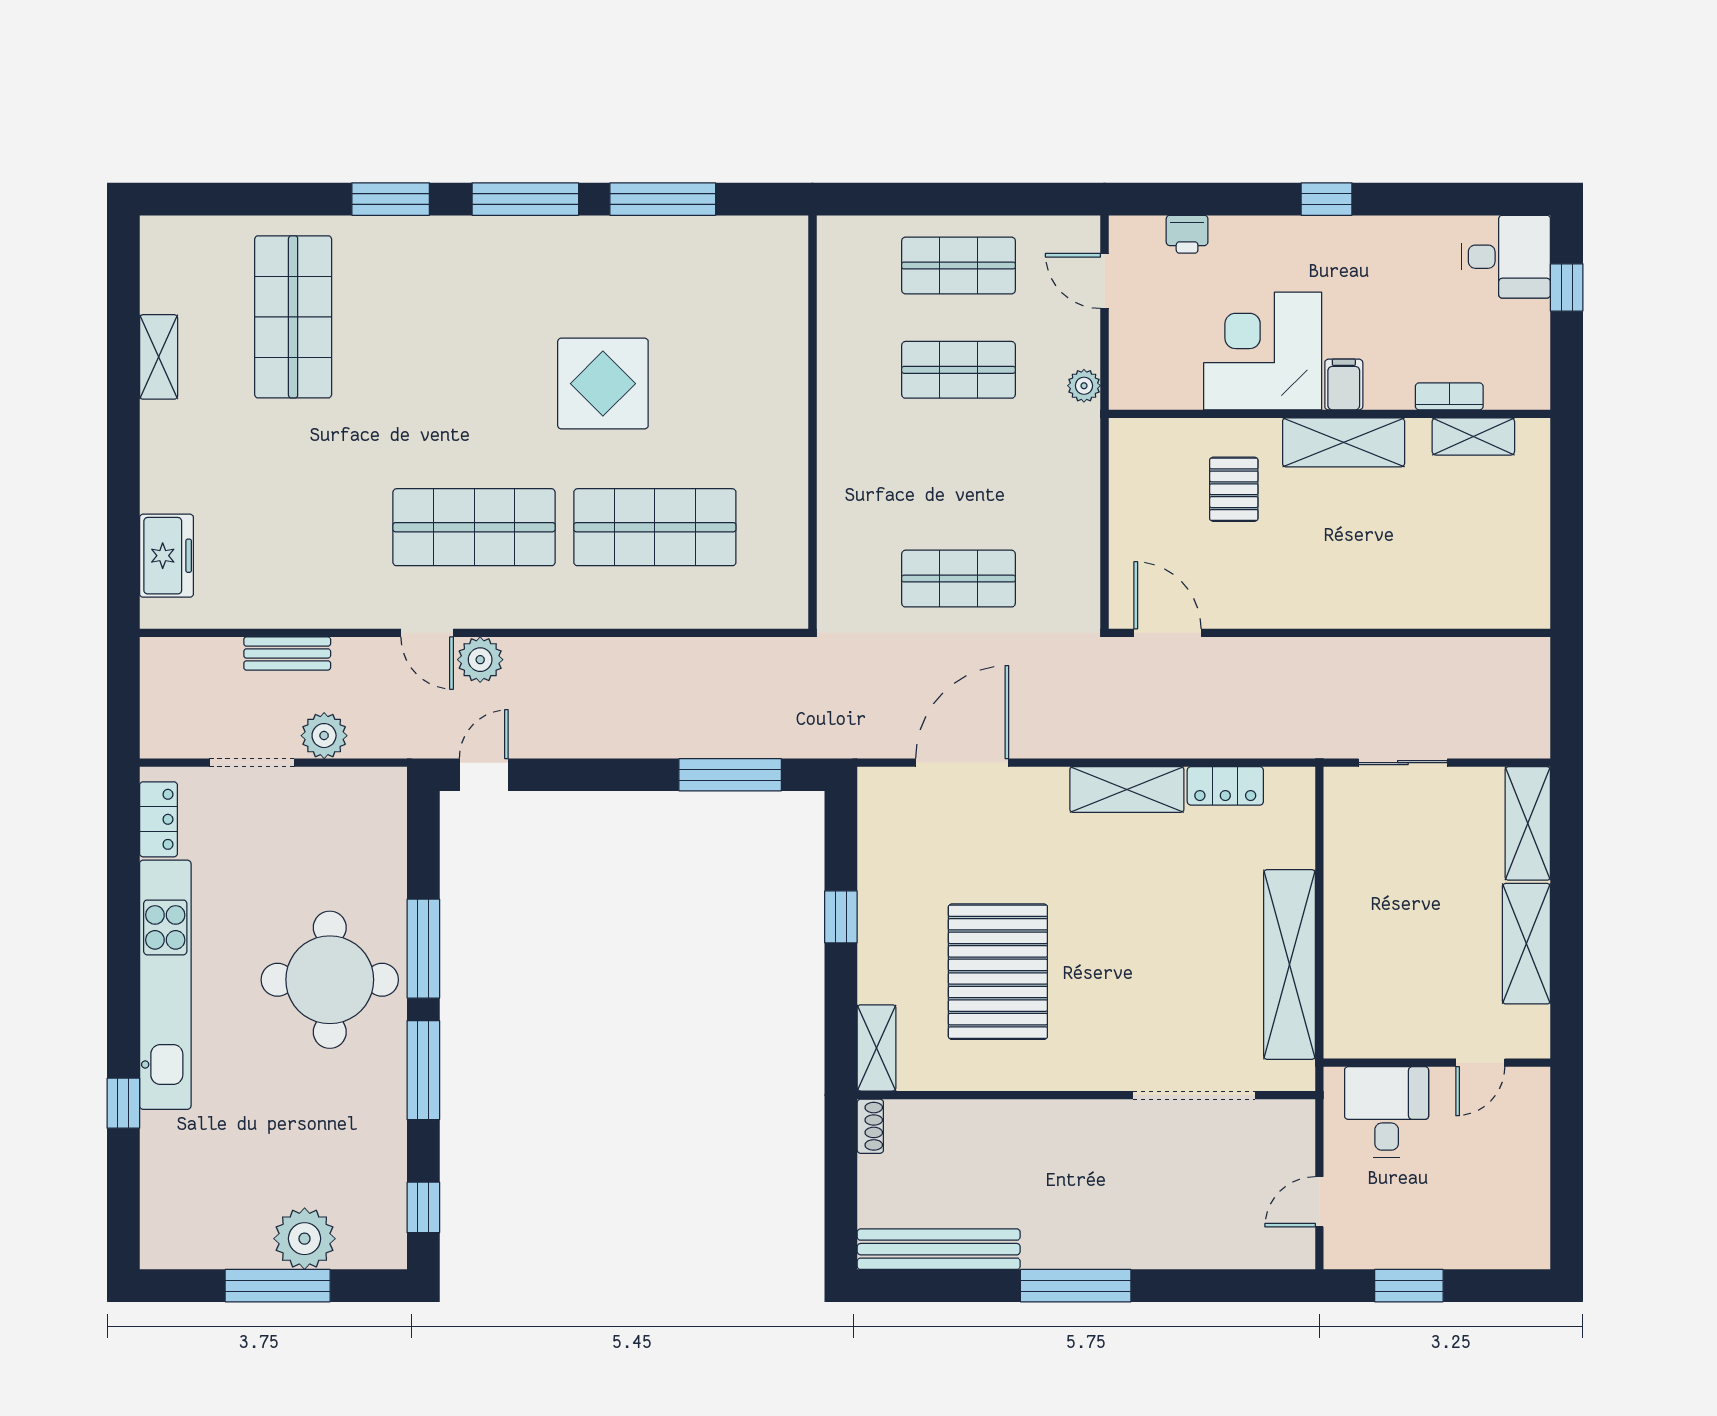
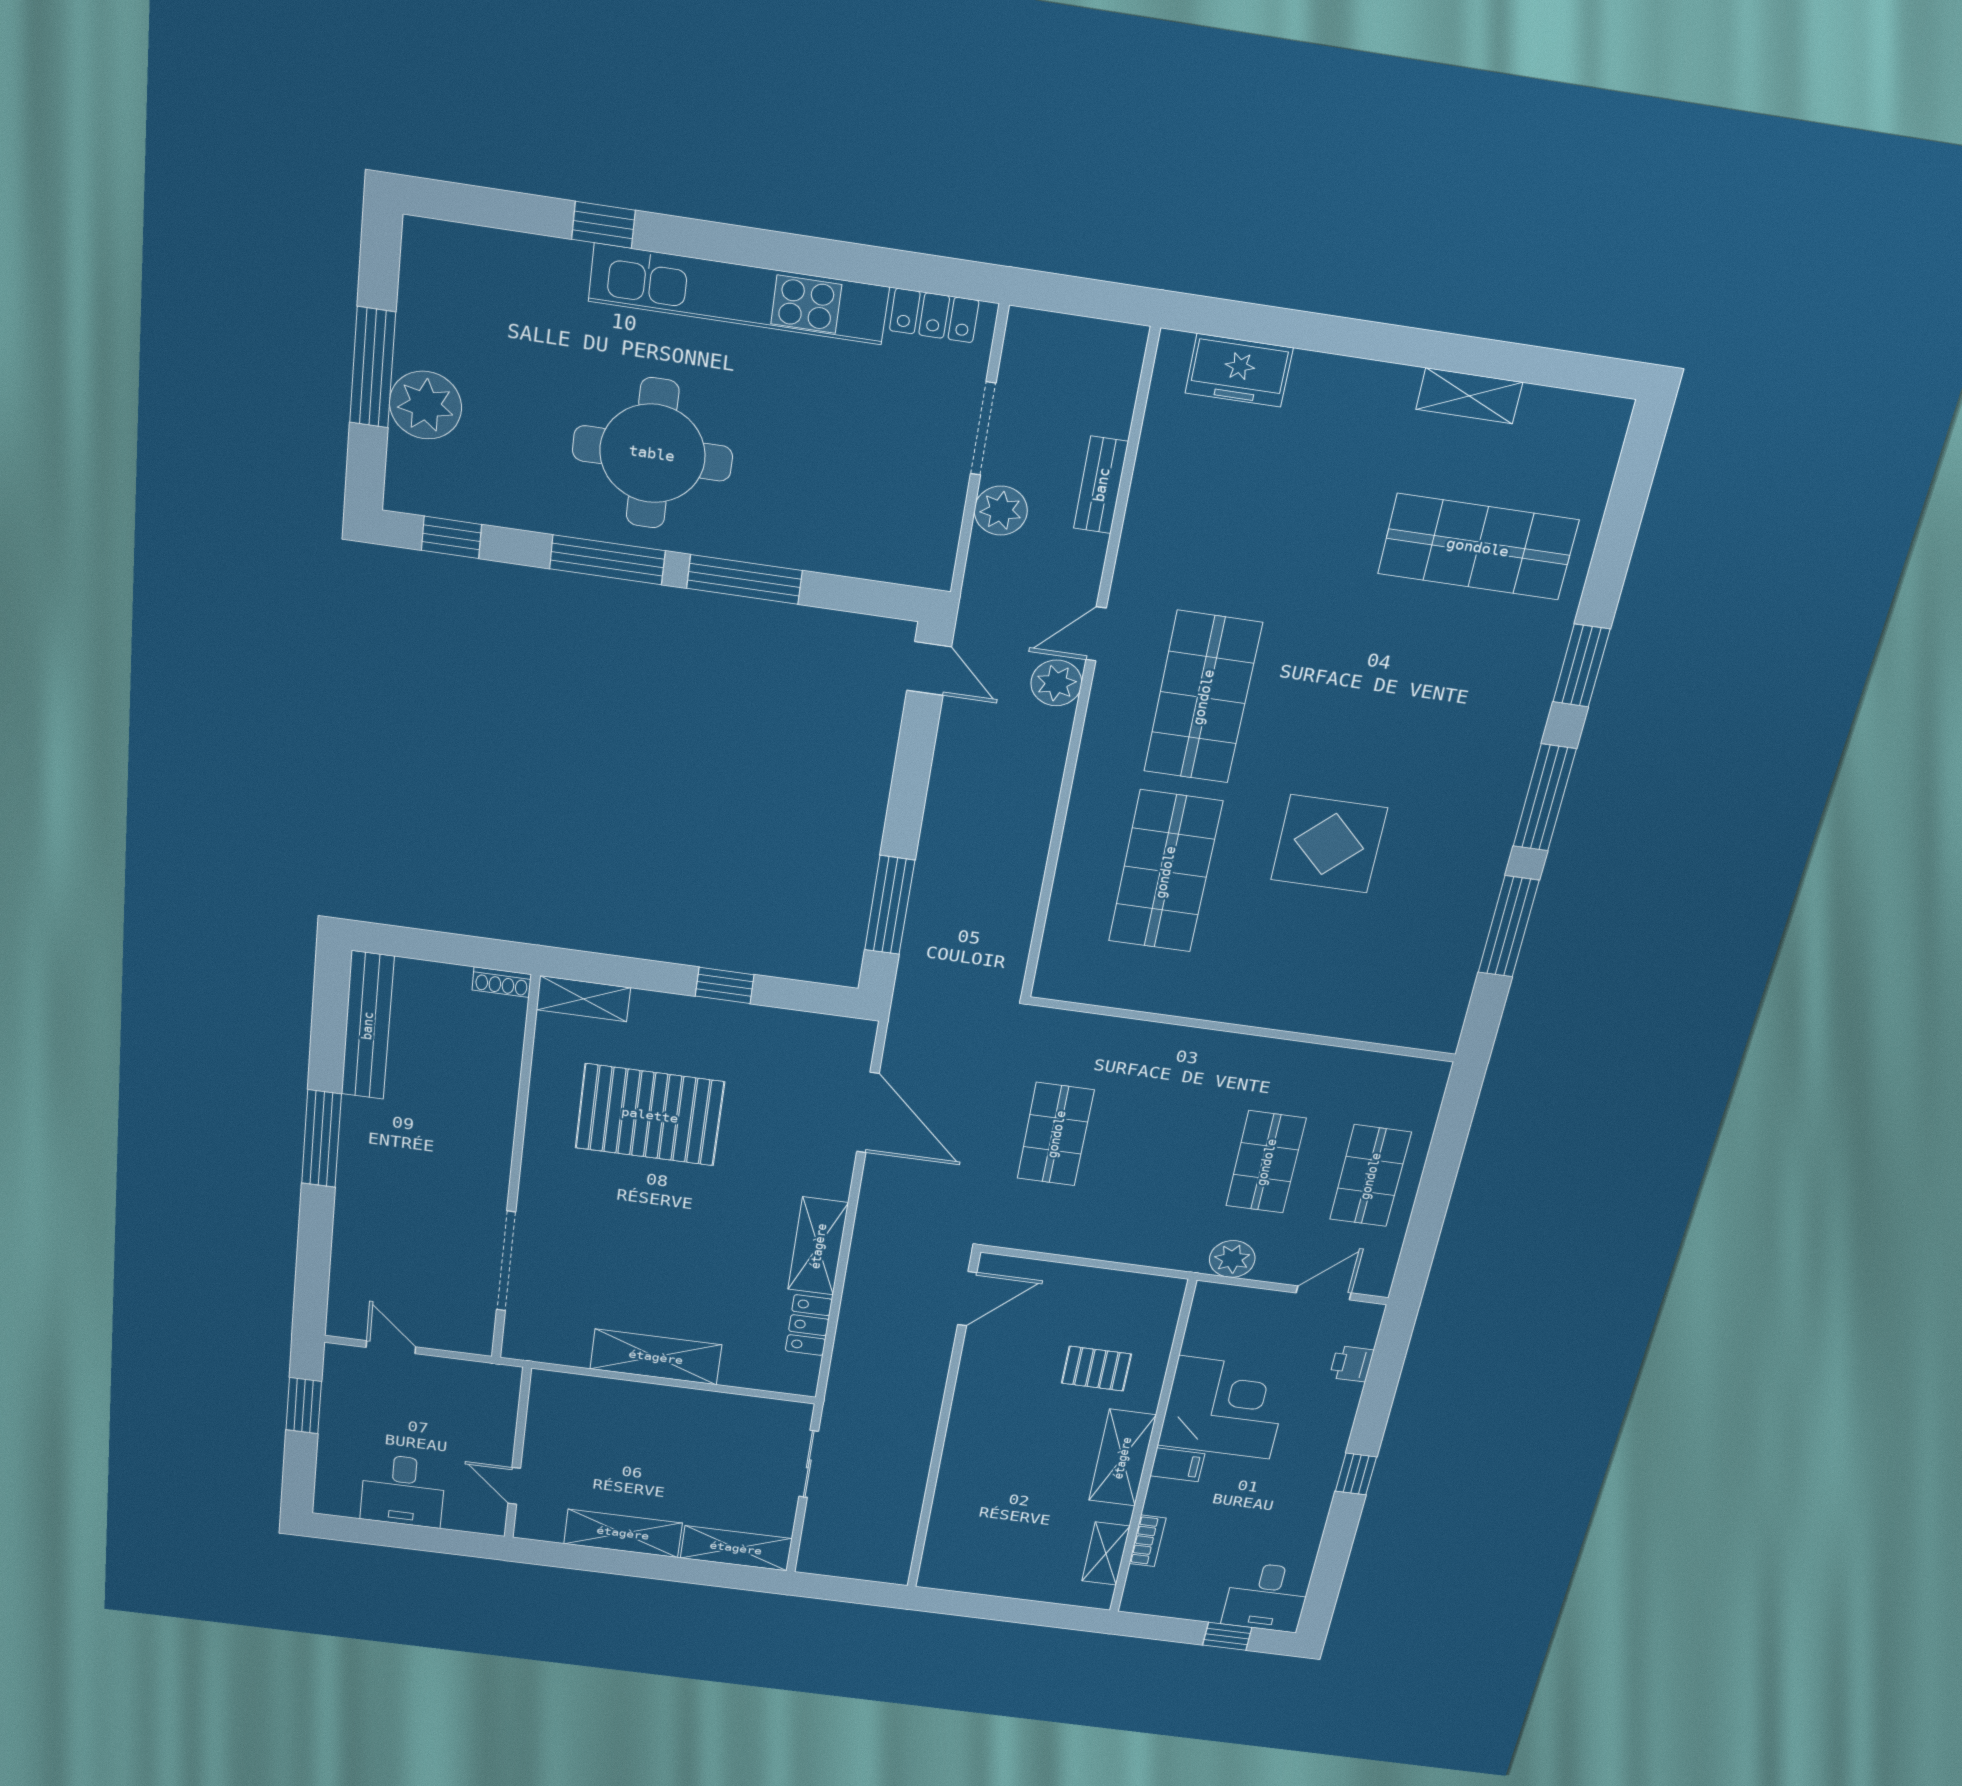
plant: (1084, 386) -> (1232, 1259), width x1.38, depth x1.38
shelving: (1289, 964) -> (656, 1357), width x0.68
round table: (330, 980) -> (652, 453), moved
desk: (1387, 1112) -> (403, 1491), moved, turned 90

